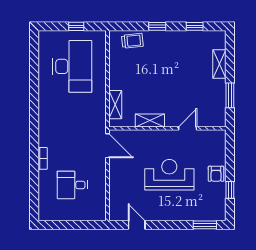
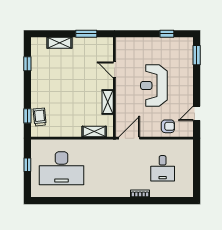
window: (157, 26) -> (27, 116), moved
desk: (72, 66) -> (62, 168), turned 180
armchair: (216, 174) -> (168, 126), moved

